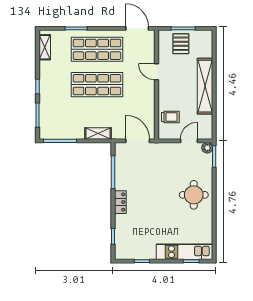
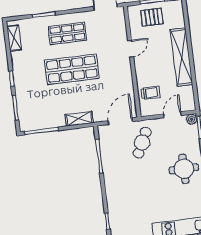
pallet: (181, 44) -> (152, 17), turned 90
shop shelf: (97, 49) -> (67, 33), width x0.70, depth x0.74
door: (156, 72) -> (131, 49), swing flipped
door: (138, 141) -> (120, 121), hinge flipped
cafe table: (156, 164) -> (142, 143), added
locker: (120, 202) -> (110, 185), removed

